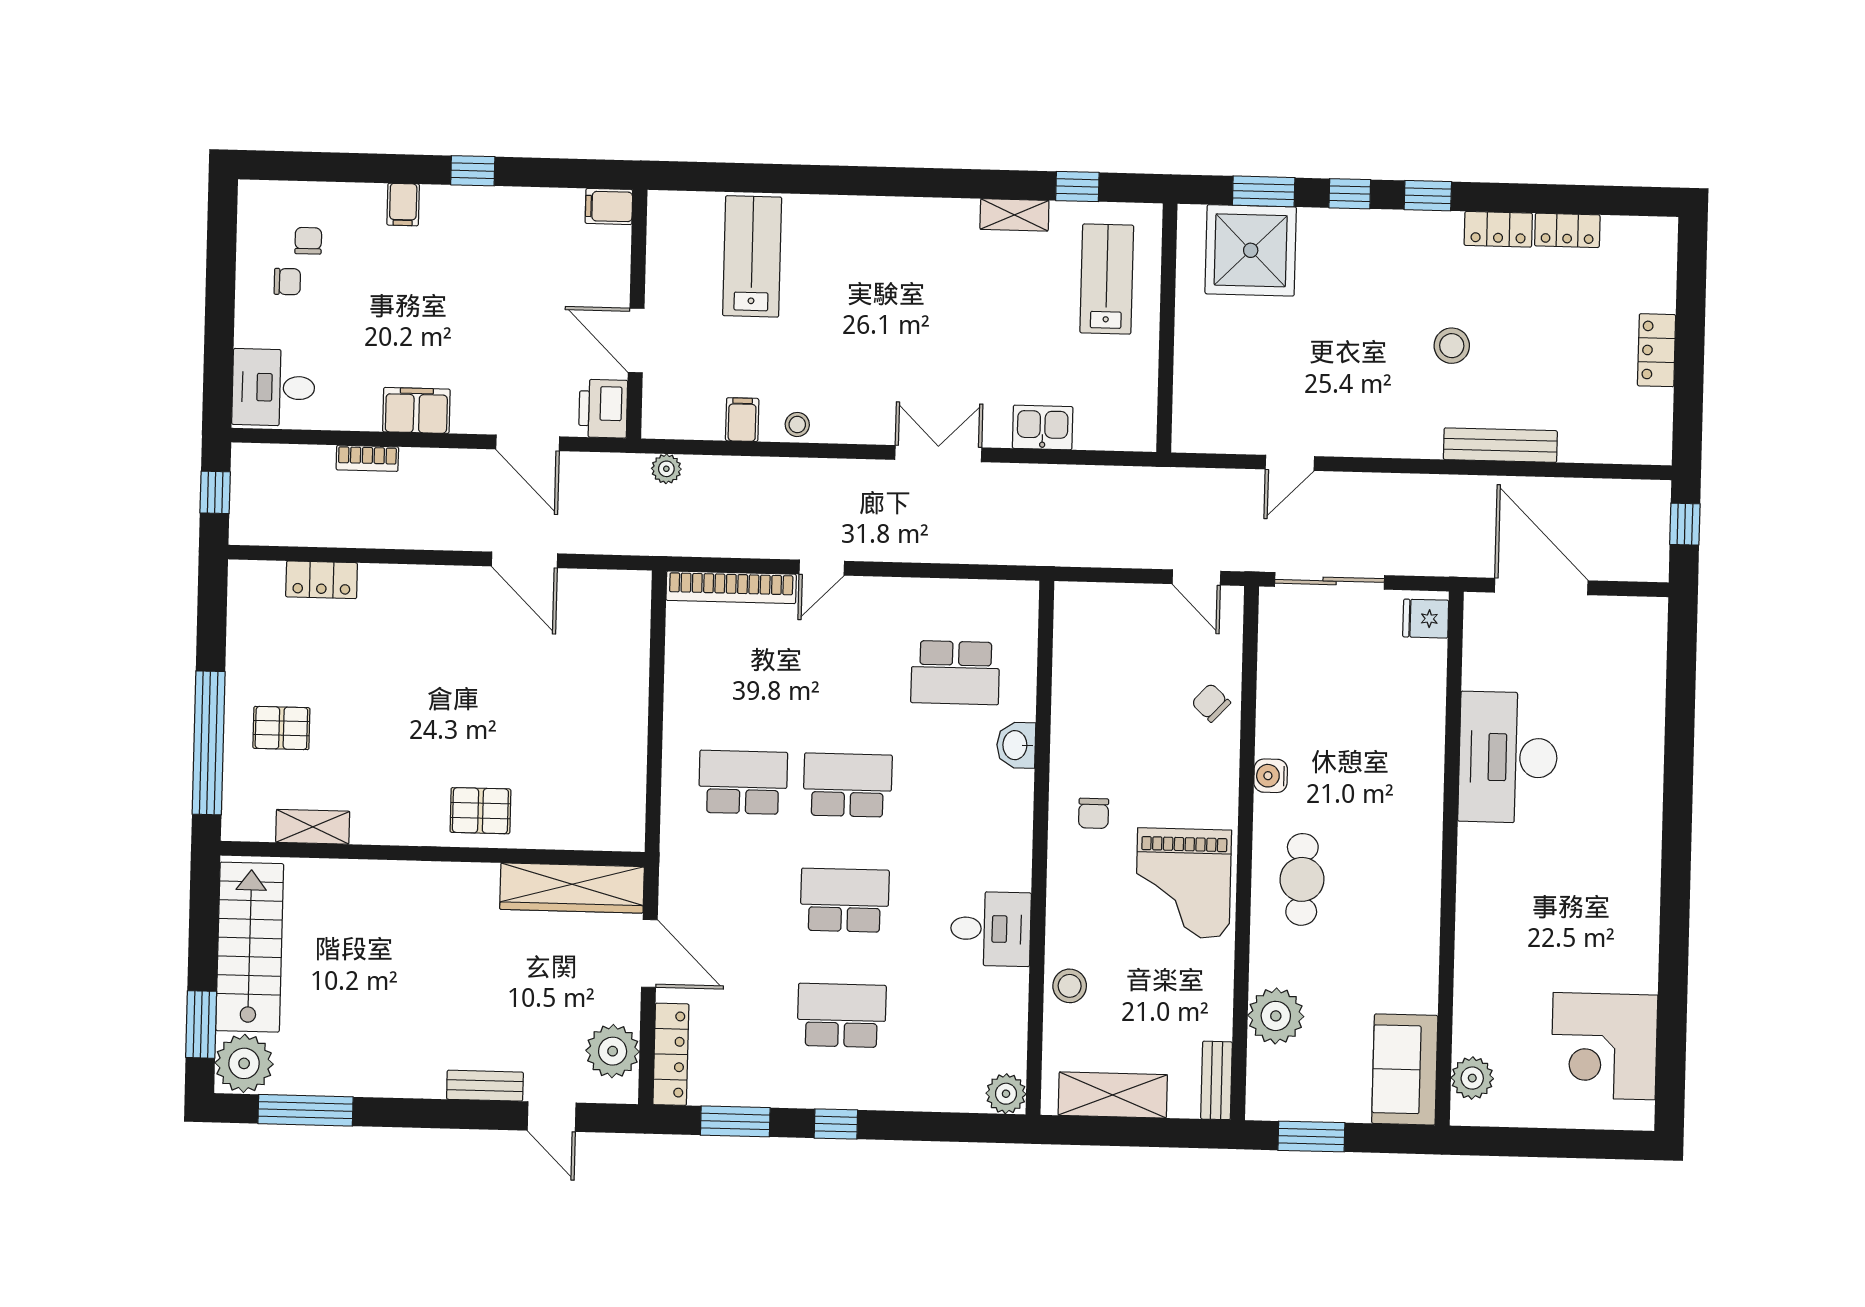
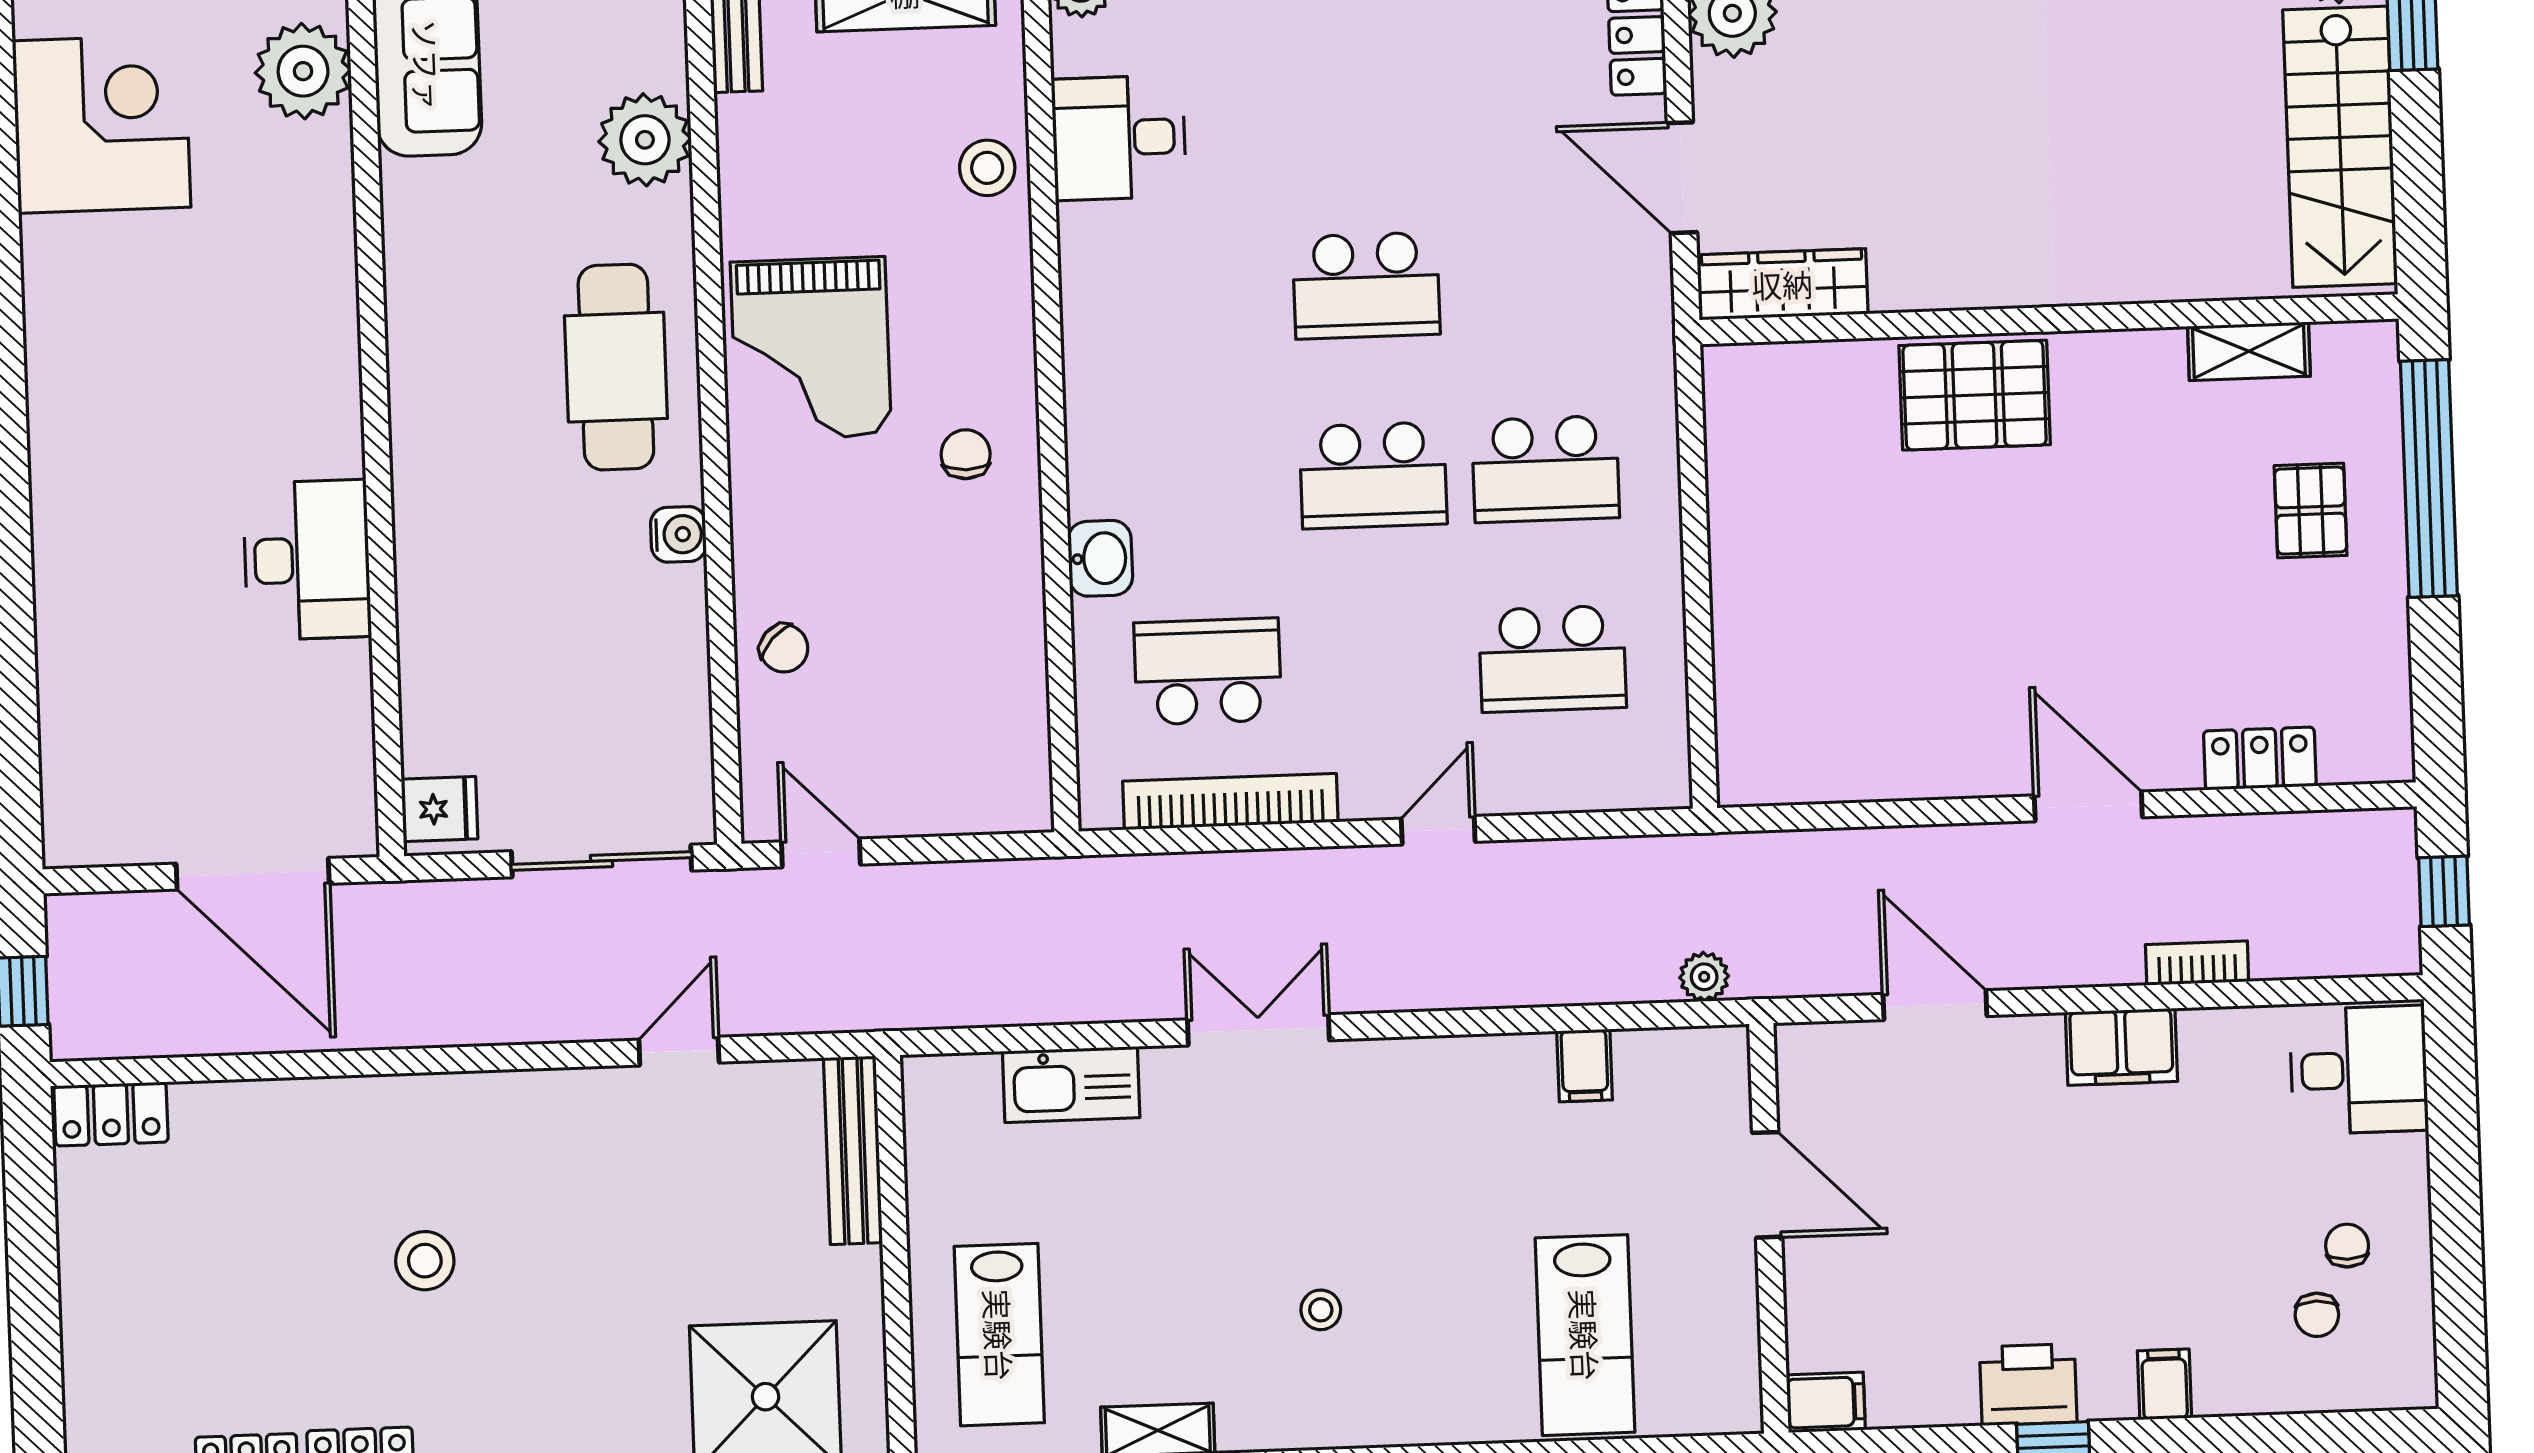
chair: (287, 282) -> (2347, 1246), turned 90
locker: (1657, 350) -> (111, 1114), moved, turned 90
printer: (603, 409) -> (2028, 1385), moved, turned -90
stool: (797, 425) -> (1321, 1310), moved
kitchen sink: (1043, 427) -> (1071, 1084), width x1.38
bench: (1500, 445) -> (853, 1150), moved, turned 90
double door: (938, 454) -> (1258, 1030), swing flipped
door: (524, 560) -> (2088, 806), moved
bookcase: (731, 587) -> (1230, 802), moved
pallet: (281, 728) -> (2311, 511), turned 90
desk: (1508, 757) -> (307, 560), width x0.73, depth x0.77
pallet: (480, 811) -> (1975, 395), width x1.50, depth x1.42
cafe table: (1302, 879) -> (616, 367), width x1.37, depth x1.35
grand piano: (1183, 883) -> (811, 349), turned 180
wardrobe: (572, 888) -> (1782, 284), width x0.71, depth x0.85
desk: (991, 929) -> (1119, 138), moved
school desk: (842, 1015) -> (1553, 659), moved
plant: (1472, 1078) -> (303, 71), width x1.36, depth x1.36

